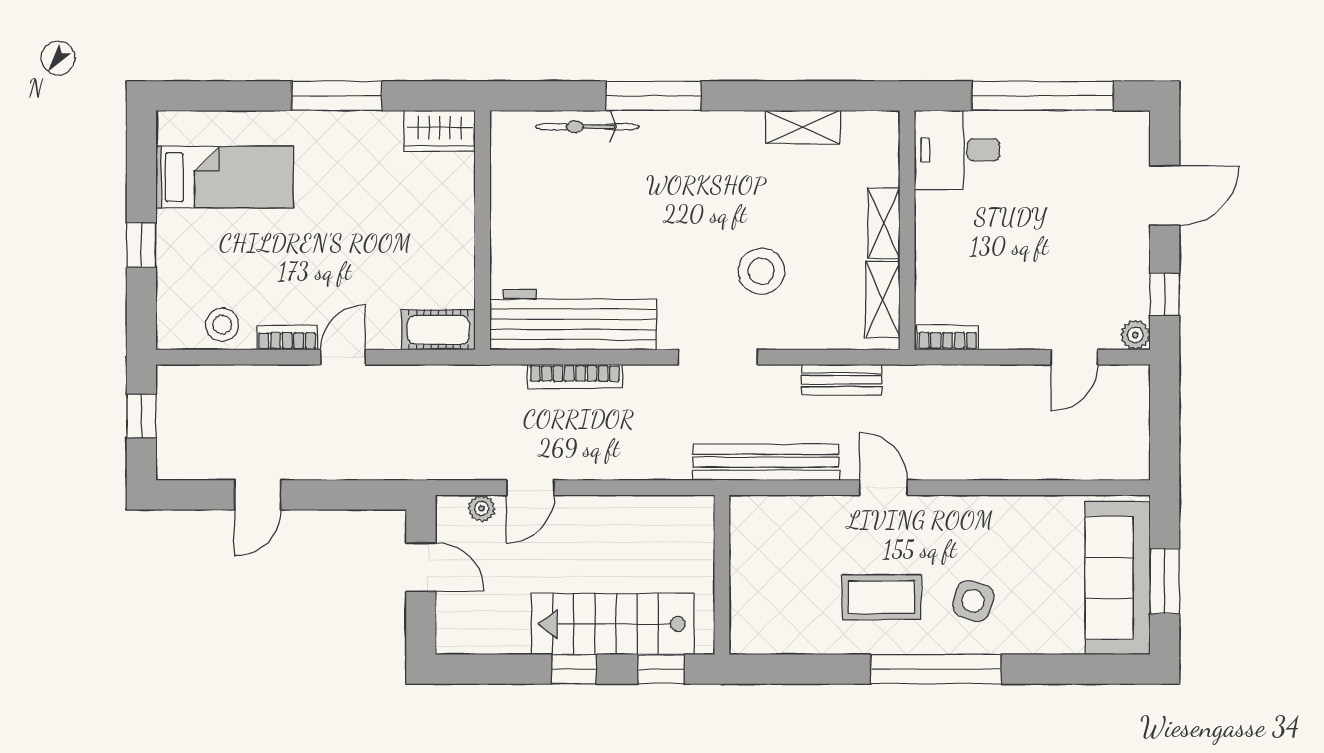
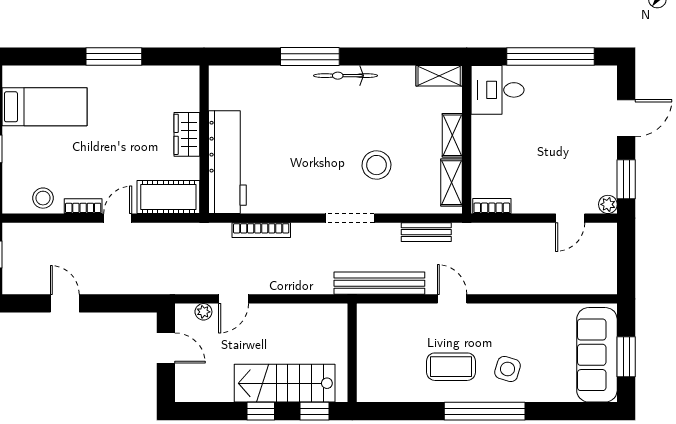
bicycle: (587, 127) -> (345, 76), moved
shelving: (803, 127) -> (439, 76), moved
wardrobe: (440, 131) -> (187, 134), moved, turned 90
window: (1165, 294) -> (626, 179), width x1.50
workbench: (573, 319) -> (227, 162), moved, turned 90
cot: (438, 330) -> (168, 197), width x1.37, depth x1.34
door: (258, 495) -> (65, 303), swing flipped

